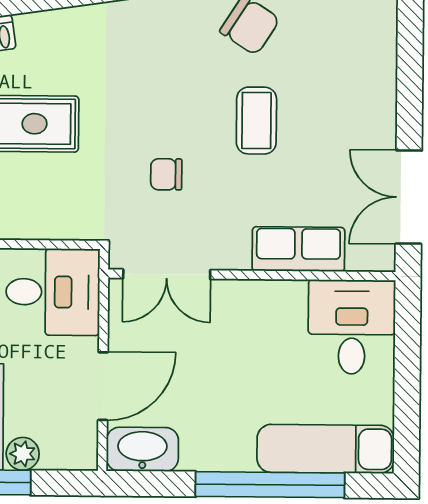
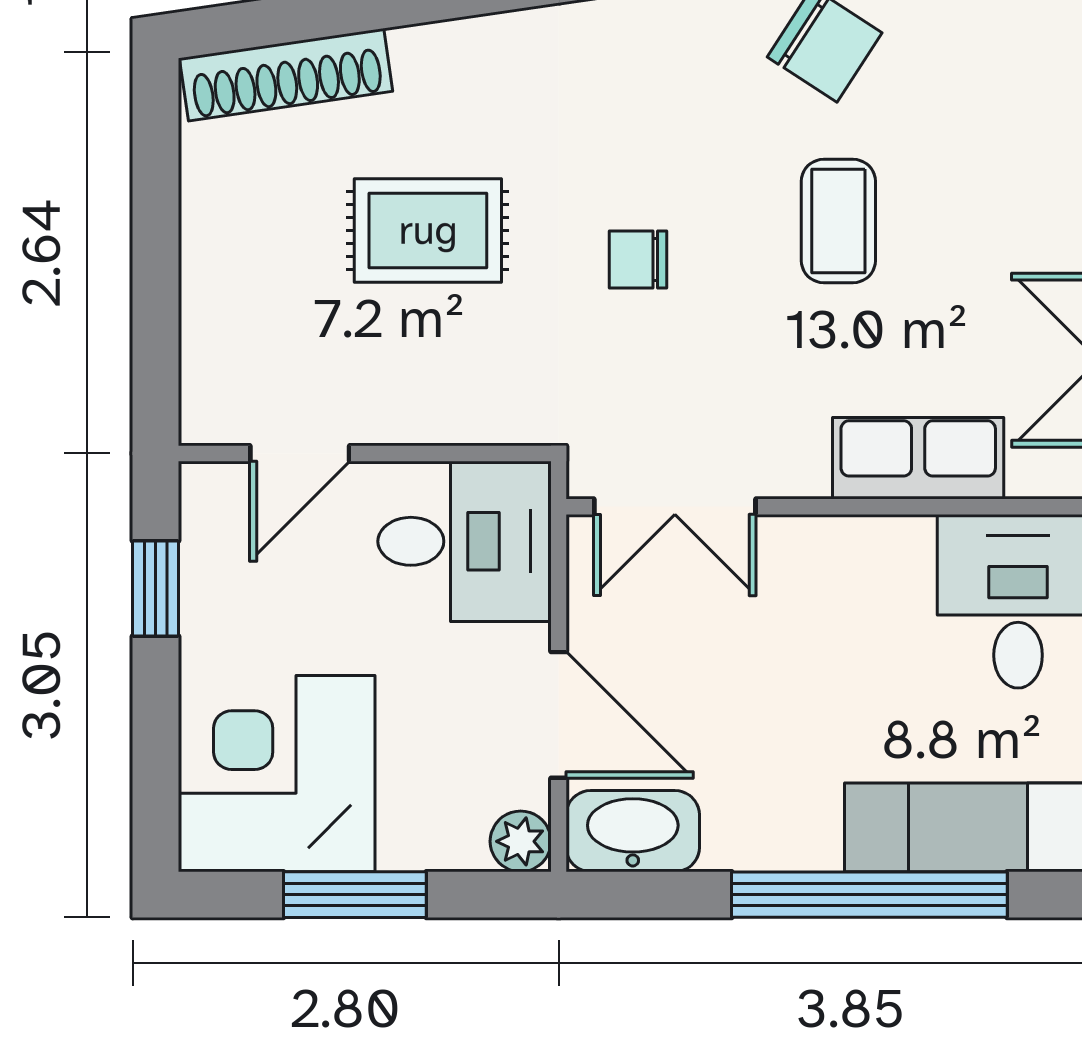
chair: (166, 174) -> (638, 259), moved
door: (103, 386) -> (559, 715), hinge flipped
plant: (23, 454) -> (521, 841), moved

